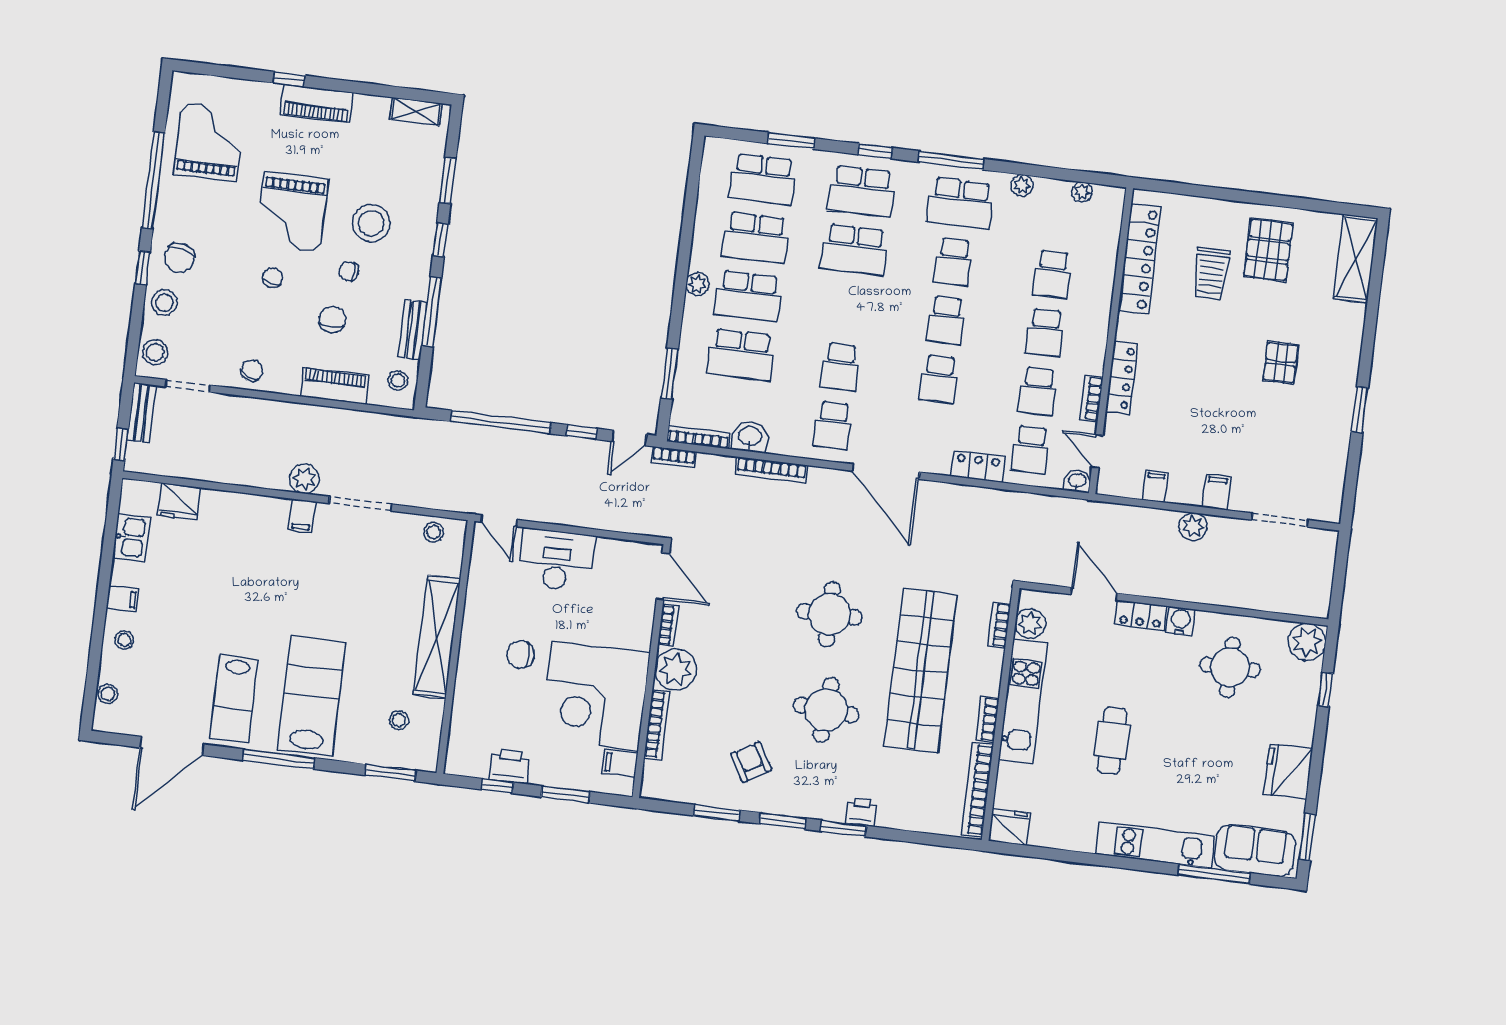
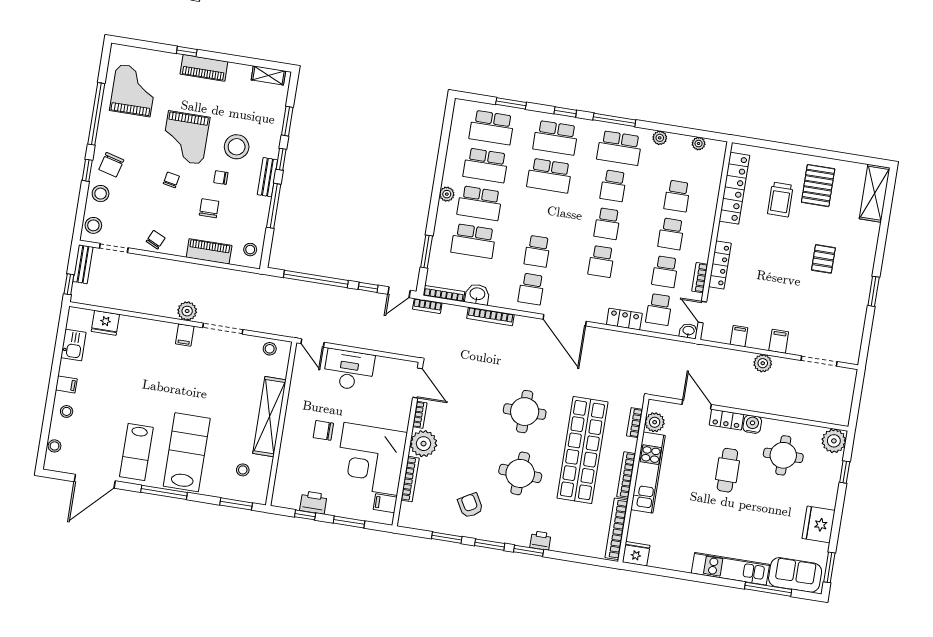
bench: (413, 330) -> (267, 177), moved
bookcase: (988, 719) -> (626, 475), width x1.56
cafe table: (1112, 740) -> (727, 470), moved

